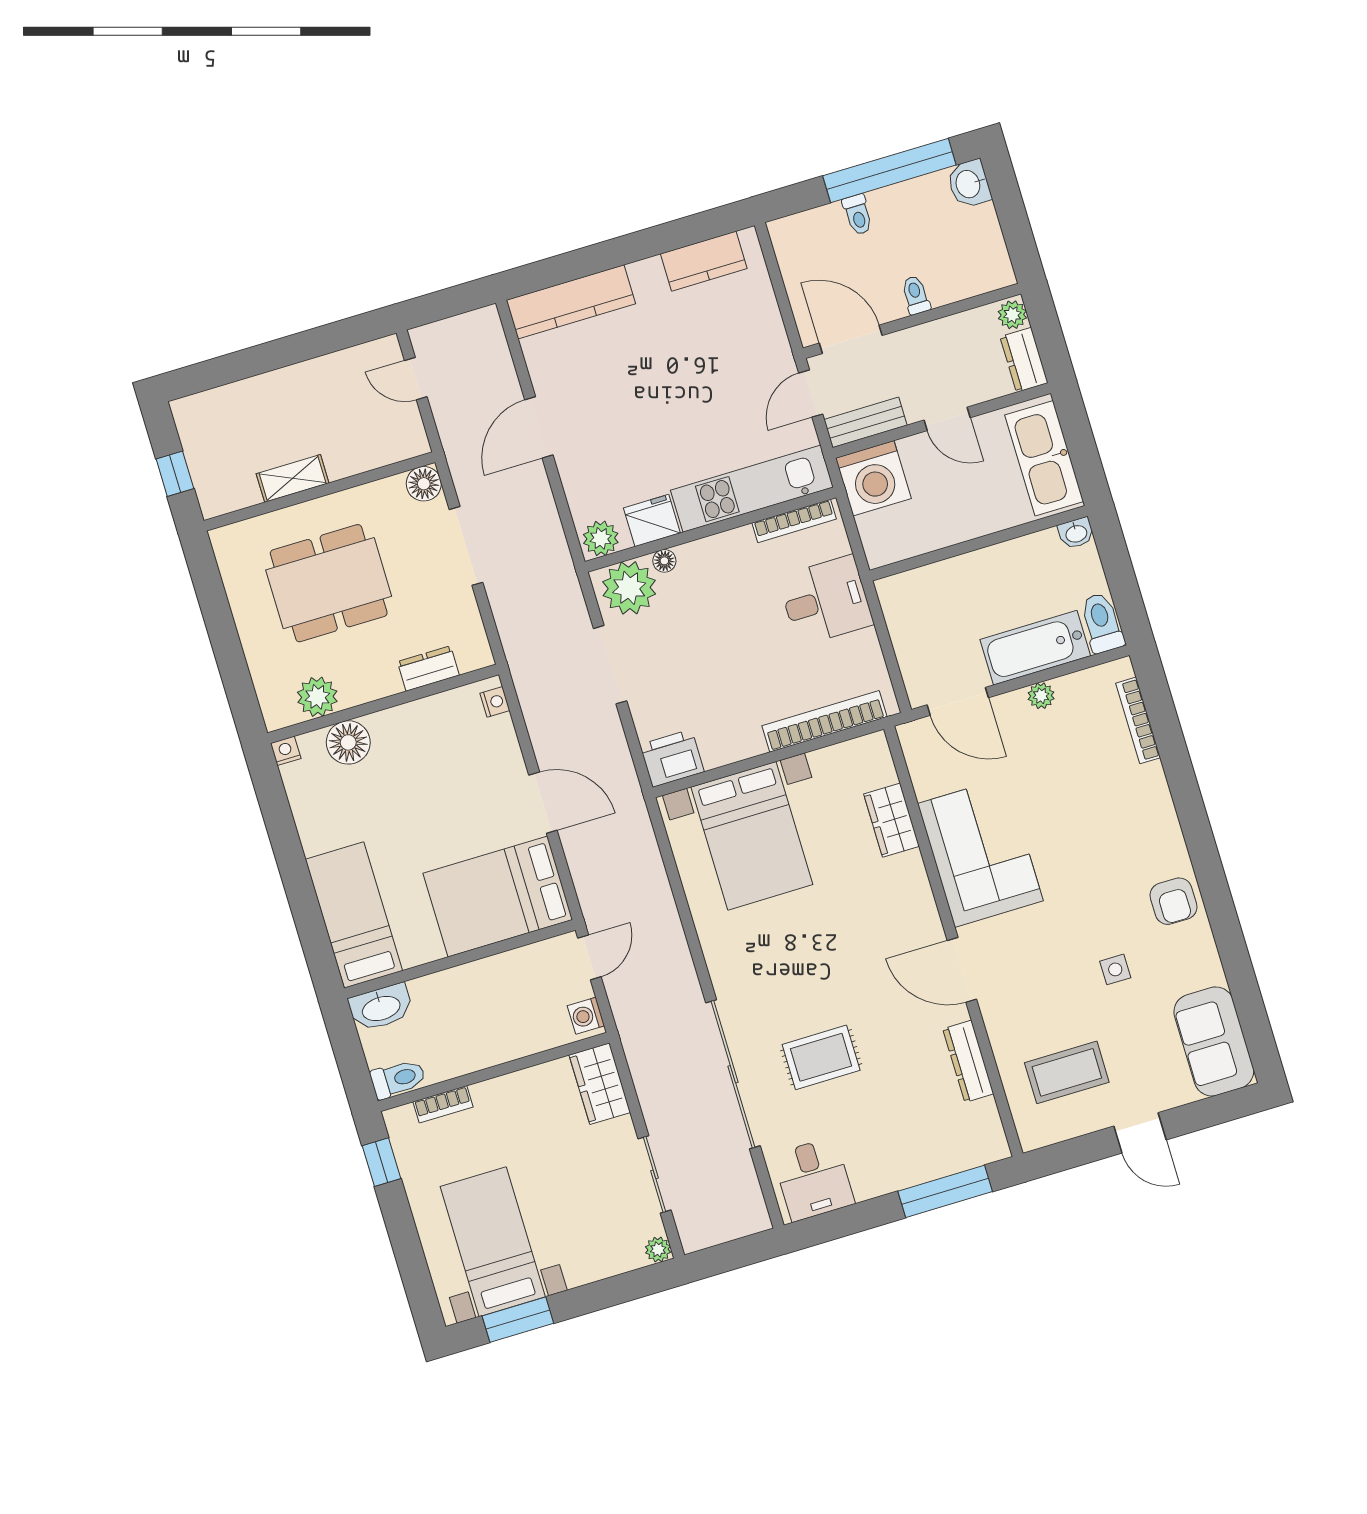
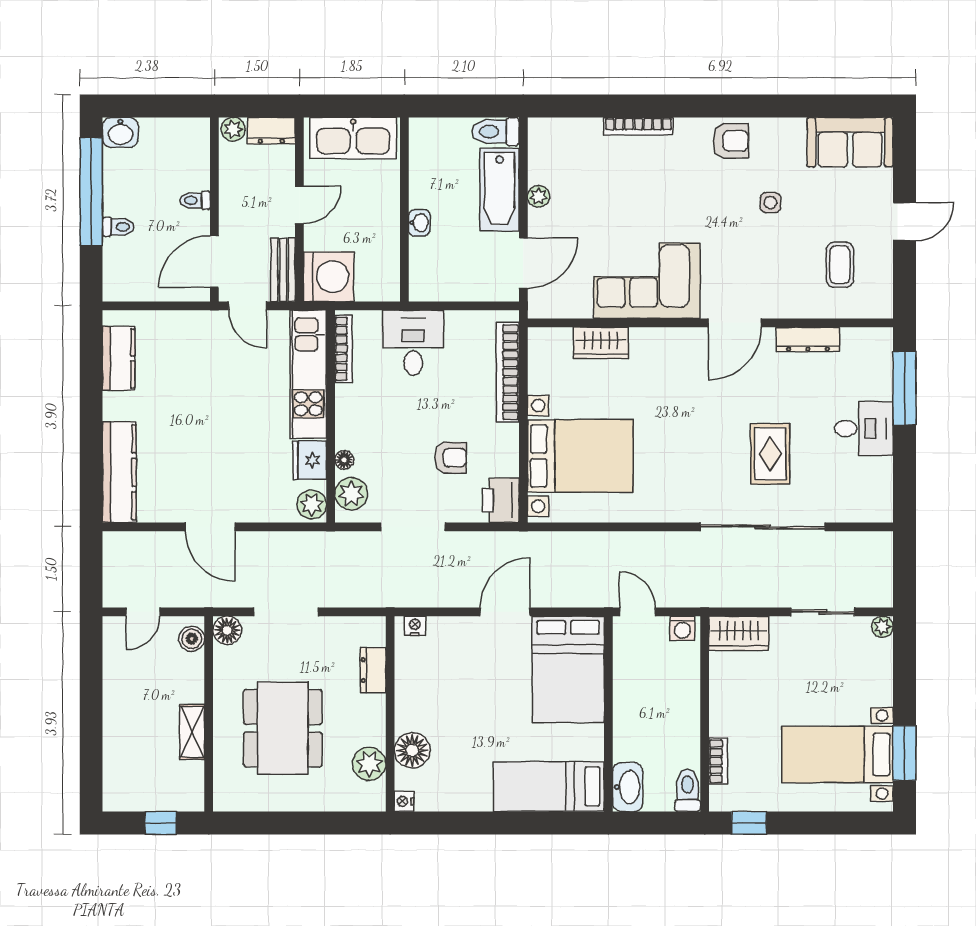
boiler: (401, 445) -> (192, 639), added
washbasin: (1076, 533) -> (419, 223), moved
plant: (629, 588) -> (351, 494), width x0.73, depth x0.73
armchair: (704, 684) -> (450, 458), added
bookcase: (1138, 720) -> (638, 126), moved
coffee table: (1067, 1072) -> (840, 265), width x0.73, depth x0.77
desk: (813, 1179) -> (864, 429), moved

